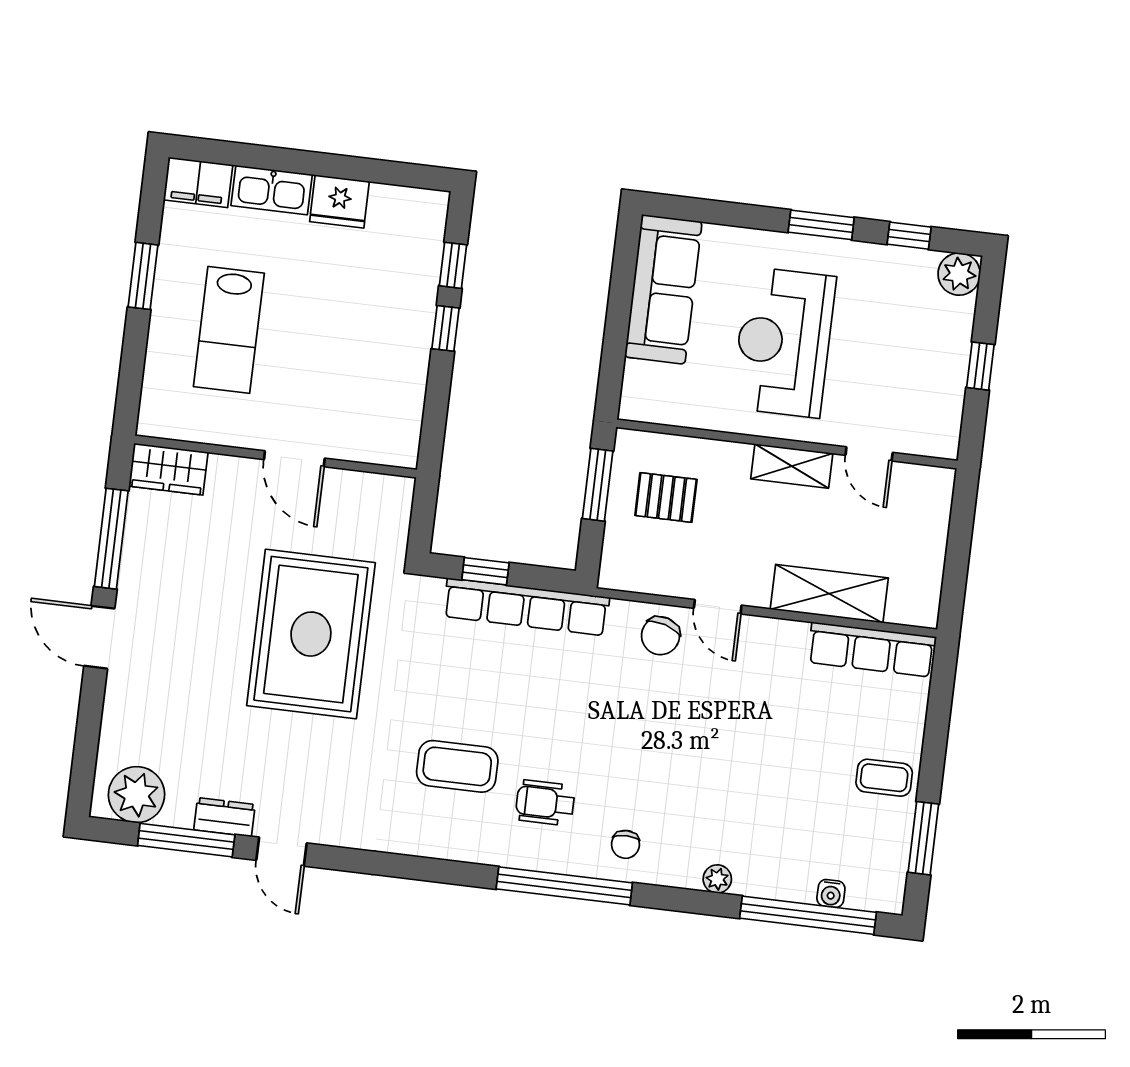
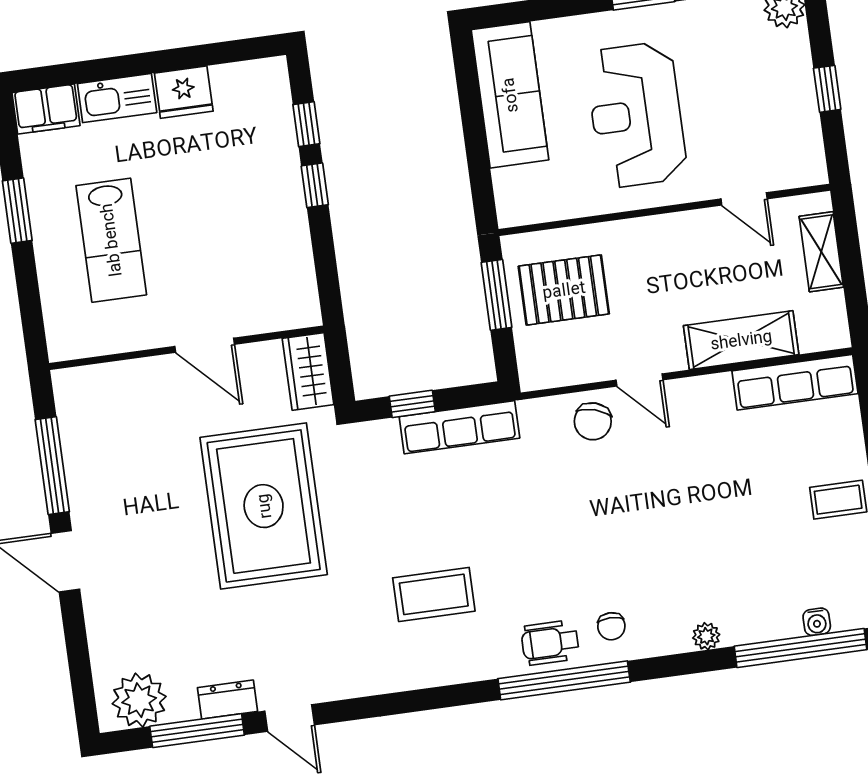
shelving: (792, 466) -> (821, 252), moved, turned 90
wardrobe: (168, 469) -> (308, 371), moved, turned 90
pallet: (666, 497) -> (564, 290), width x1.50, depth x1.42
row of seats: (526, 607) -> (459, 427), width x0.73
wheelchair: (545, 803) -> (550, 643), moved

